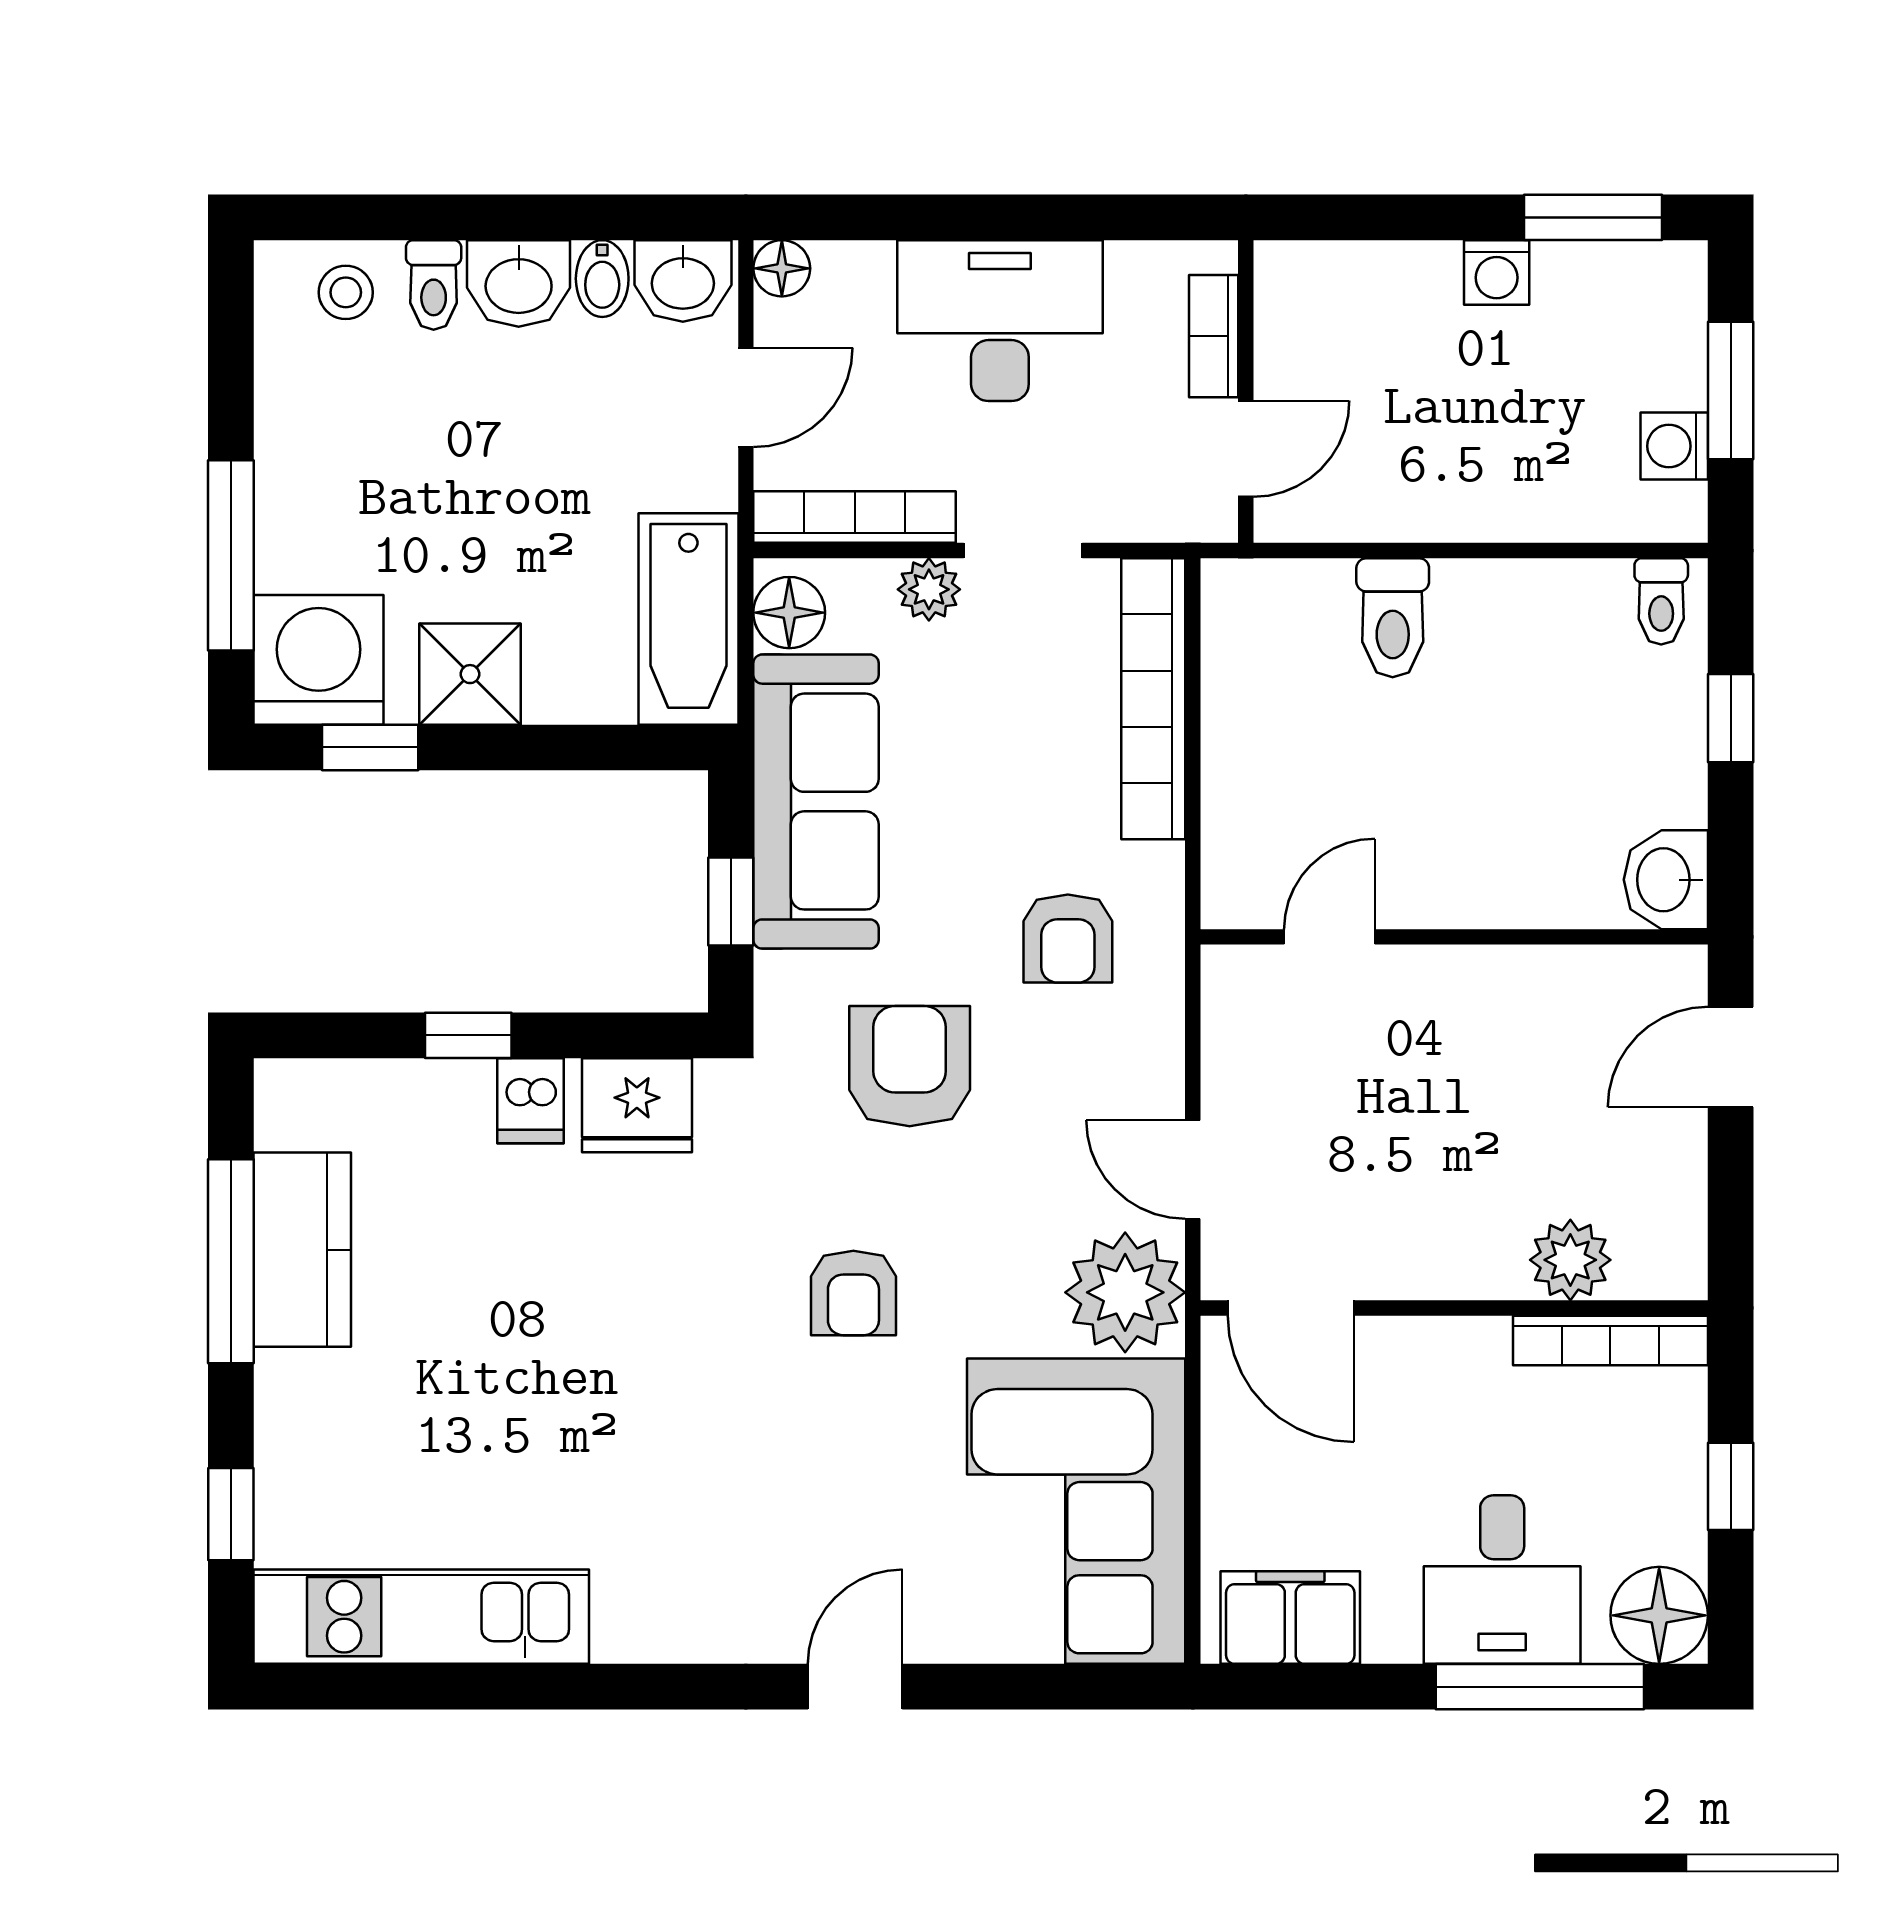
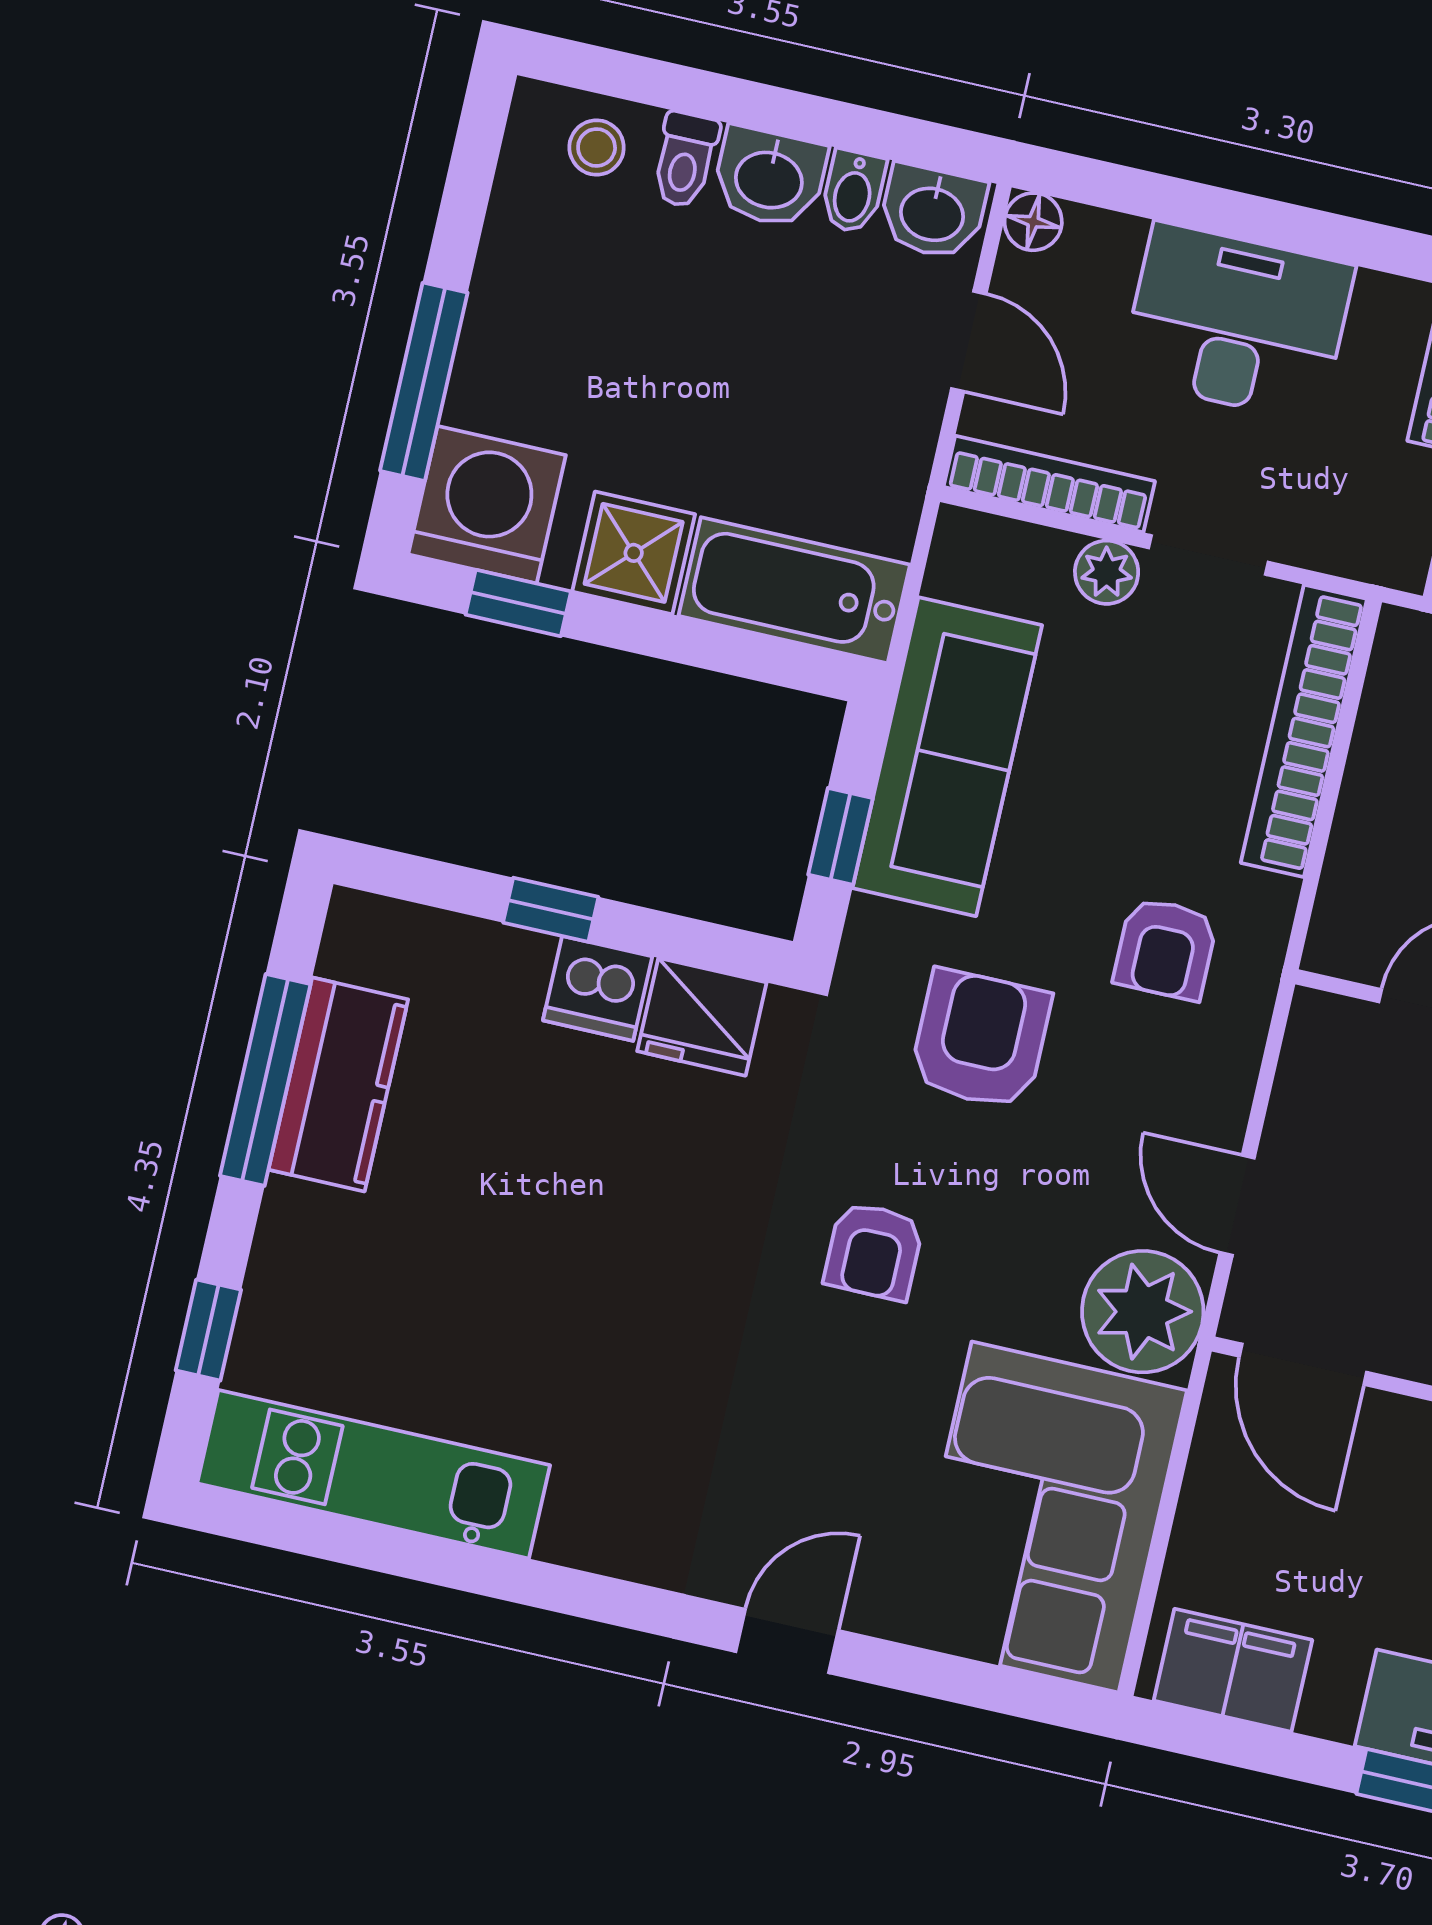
door: (746, 397) -> (969, 341), hinge flipped
floor lamp: (789, 613) -> (963, 564), removed
bathtub: (688, 619) -> (794, 590), moved, turned 90
dishwasher: (531, 1101) -> (598, 988), width x1.38

